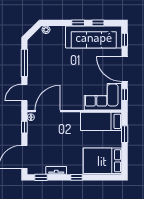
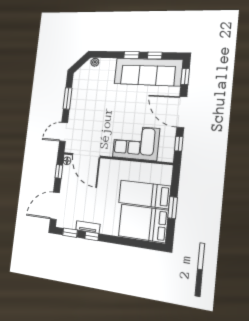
window: (24, 63) -> (67, 98), width x0.69
corner sofa: (103, 97) -> (136, 143), moved
door: (48, 111) -> (86, 156), swing flipped
bed: (101, 121) -> (144, 194), moved
window: (125, 134) -> (173, 208), moved
window: (76, 177) -> (92, 236), moved

